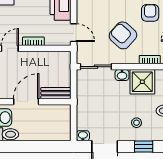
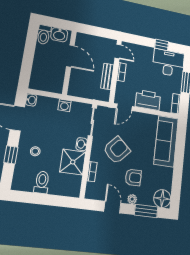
bench: (56, 93) -> (107, 76), moved
washing machine: (83, 100) -> (65, 105), added

